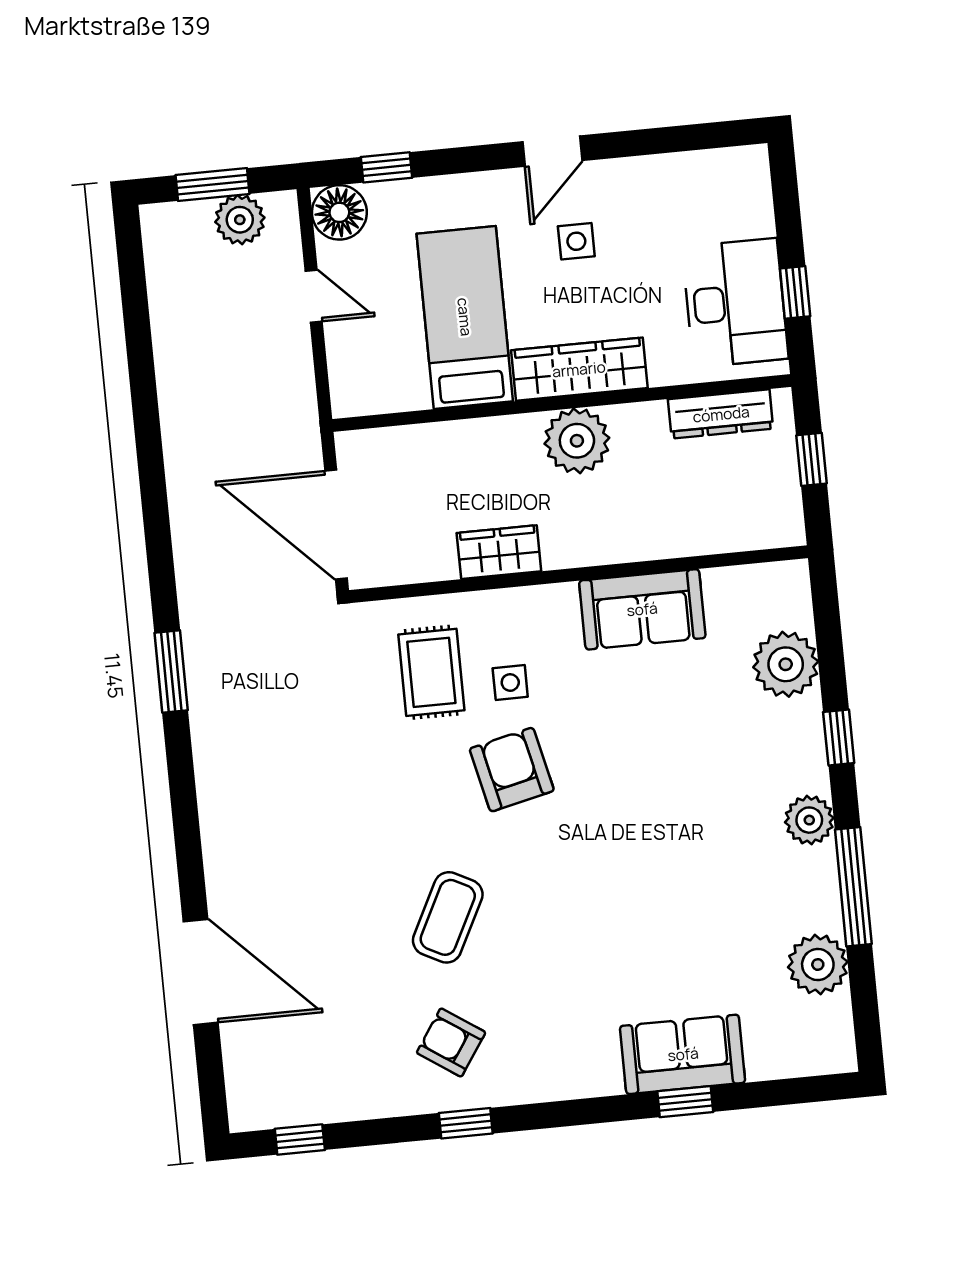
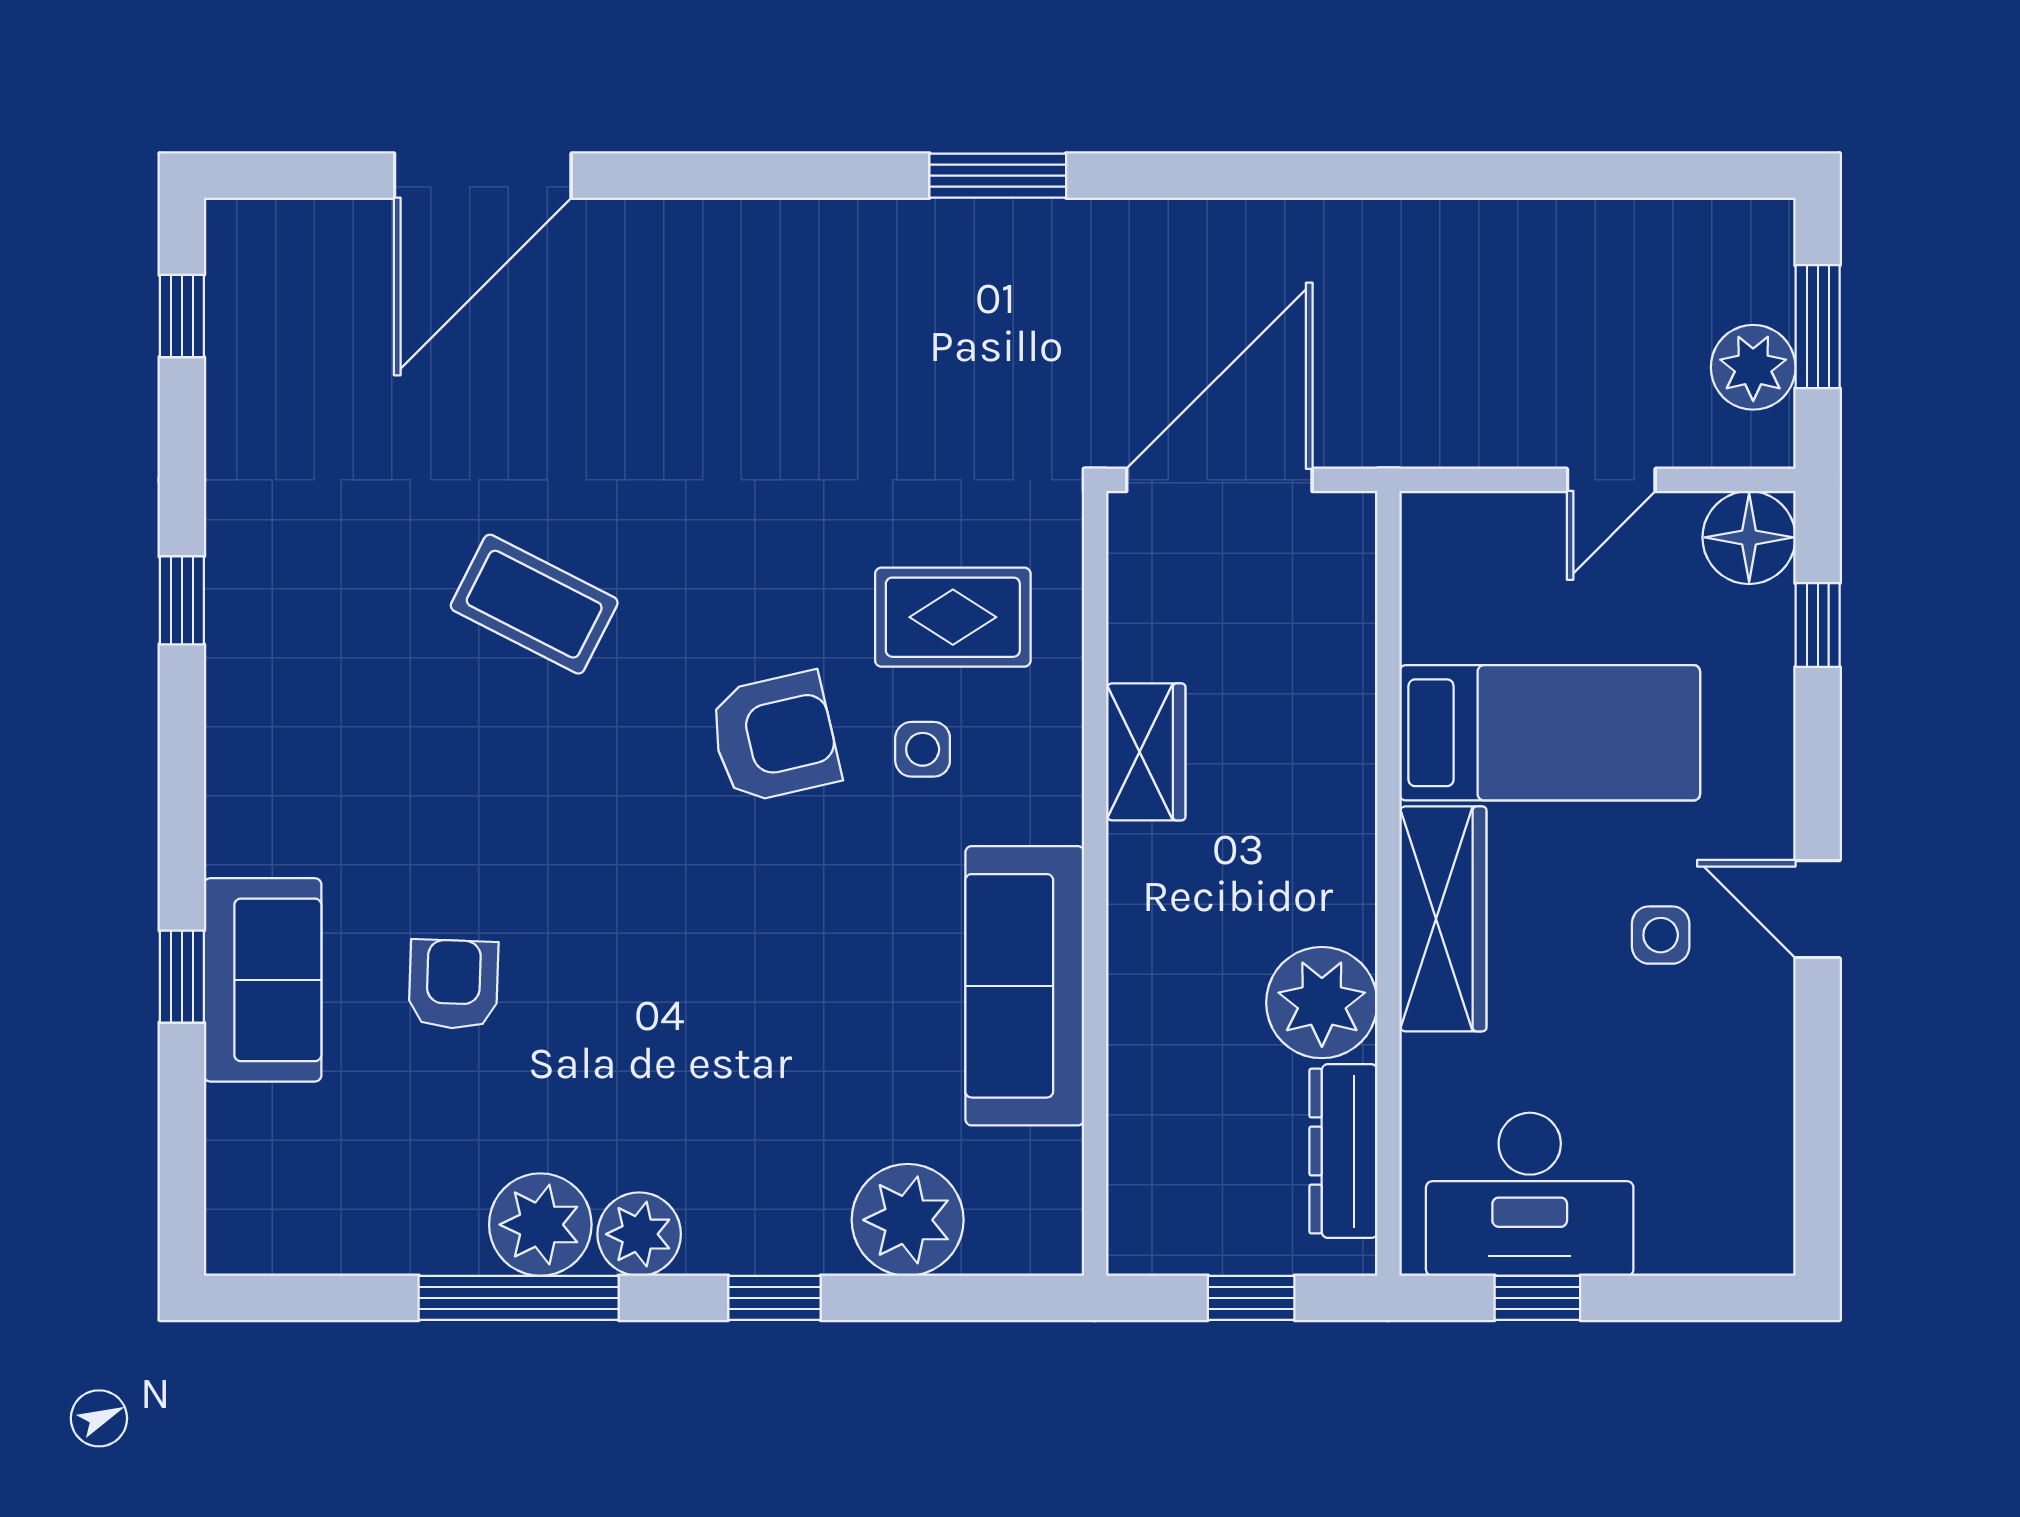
plant: (577, 441) -> (1322, 1003), moved
sofa: (642, 609) -> (1025, 986), width x1.36
plant: (818, 964) -> (540, 1225), moved
armchair: (451, 1042) -> (453, 984), moved, turned -32

